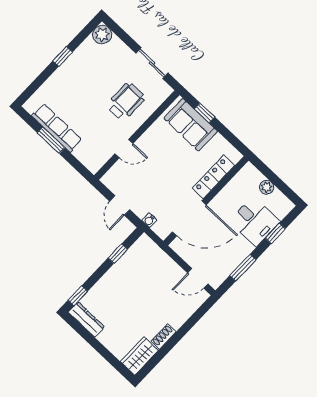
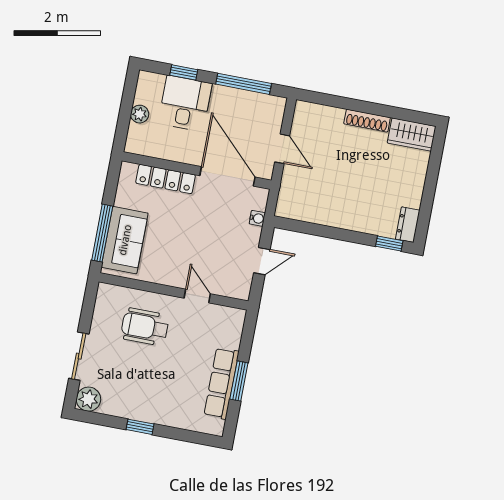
sliding door: (152, 63) -> (79, 356), moved
window: (205, 113) -> (102, 233), width x2.17
window: (118, 254) -> (316, 229), removed
window: (243, 268) -> (244, 84), width x1.44
door: (198, 278) -> (282, 149), moved
dresser: (86, 320) -> (408, 225), width x0.70
shoe rack: (164, 337) -> (367, 121), width x1.43

